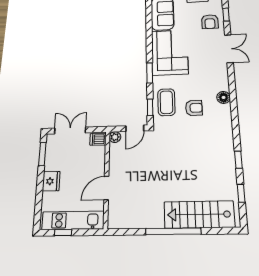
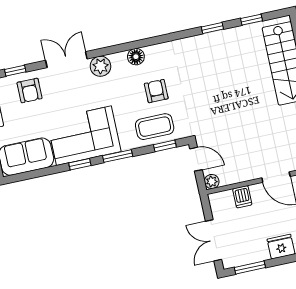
armchair: (210, 22) -> (30, 90), turned 90
window: (149, 47) -> (80, 164), added
plant: (220, 71) -> (100, 66), added
dishwasher: (98, 139) -> (242, 197), moved

